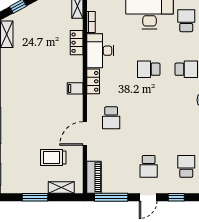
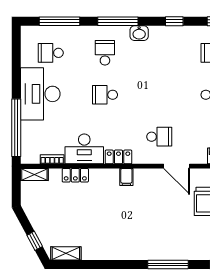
school desk: (149, 69) -> (105, 95), turned 90

